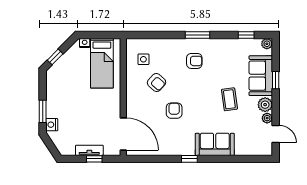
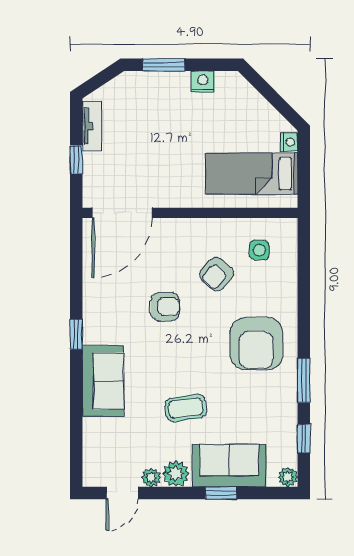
window: (197, 35) -> (304, 380), moved
window: (55, 57) -> (263, 88), removed
armchair: (194, 61) -> (256, 344), width x1.88, depth x1.88
nightstand: (52, 125) -> (203, 82), moved
tv unit: (89, 150) -> (92, 126), moved

